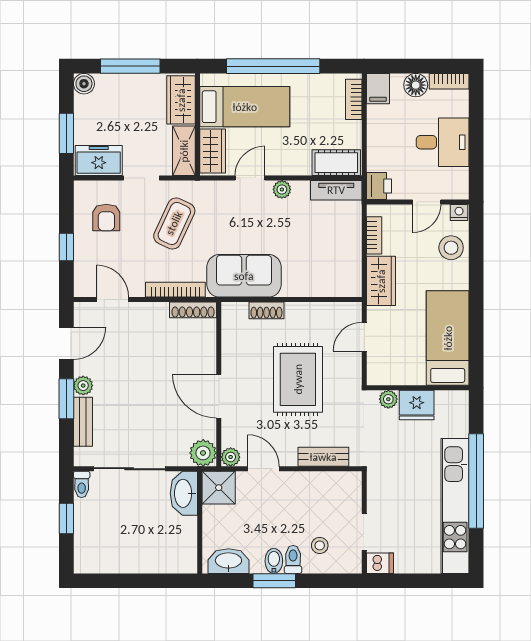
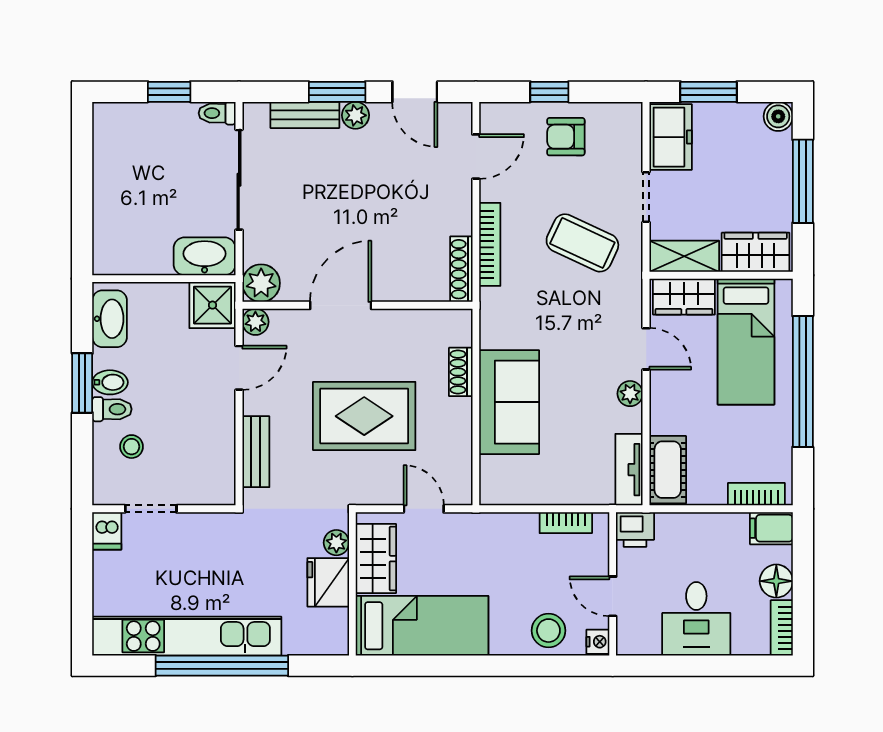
armchair: (106, 218) -> (566, 137), moved
sofa: (244, 276) -> (509, 402), moved
wardrobe: (381, 281) -> (376, 559), moved, turned -90

